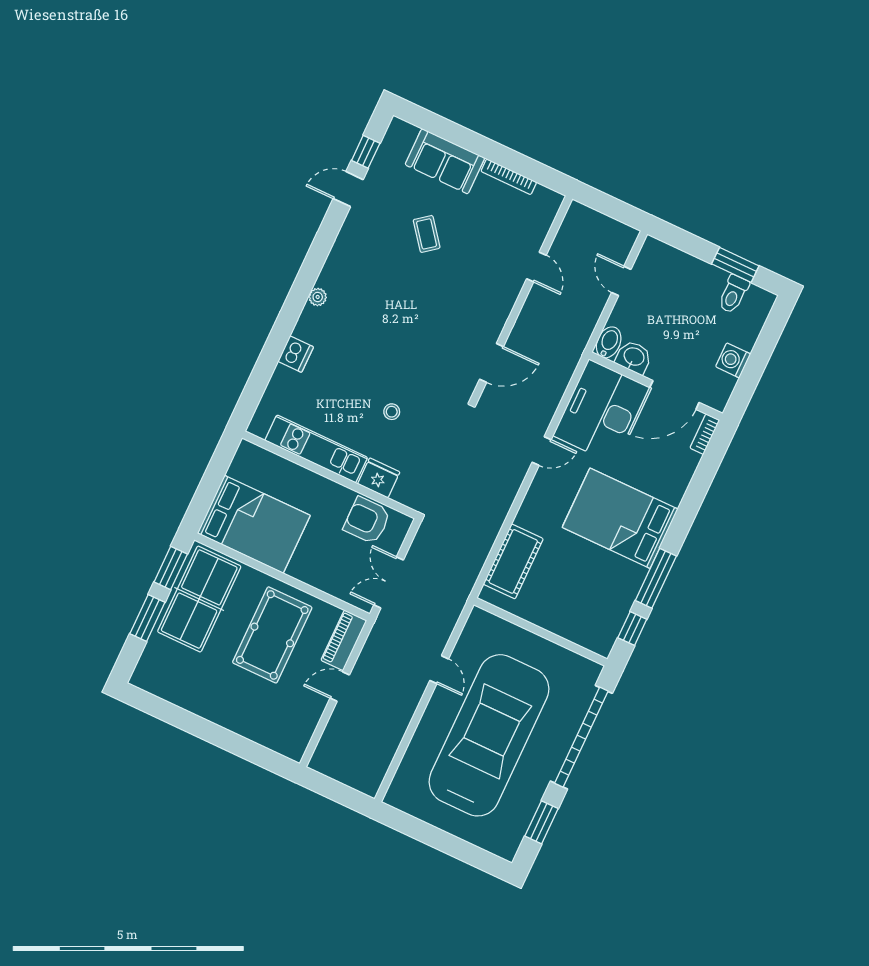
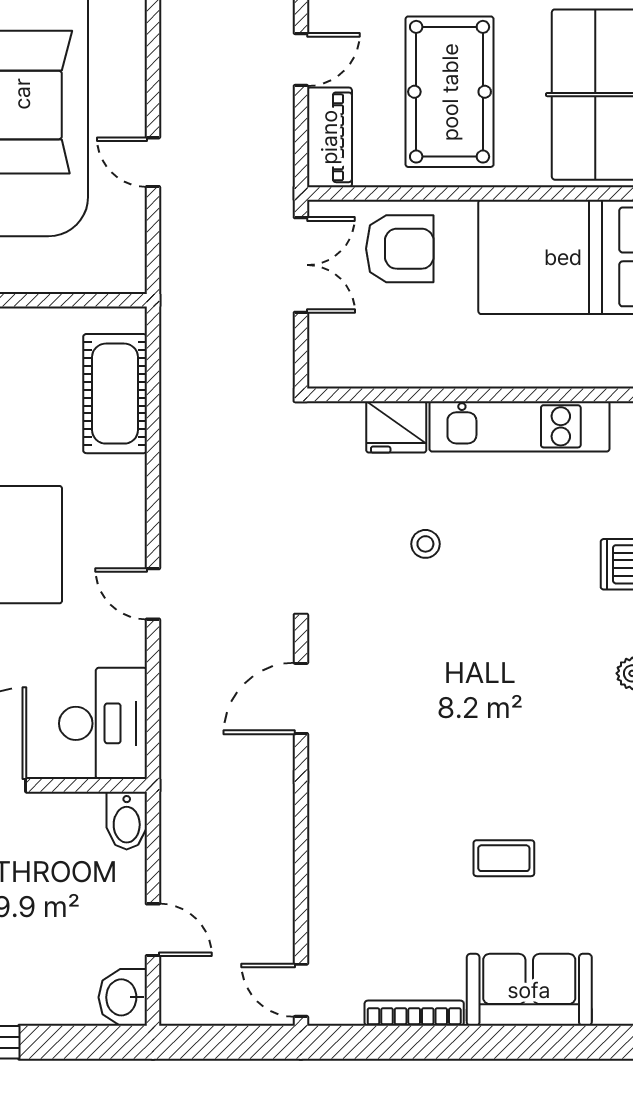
coffee table: (427, 234) -> (504, 858), turned -52
door: (536, 267) -> (301, 990), moved
washbasin: (634, 357) -> (123, 997), moved, turned 90
desk: (599, 411) -> (103, 723), width x0.73, depth x0.77
door: (542, 451) -> (153, 594), hinge flipped
armchair: (367, 520) -> (400, 249), moved

